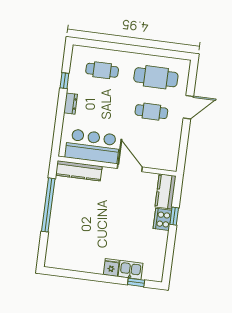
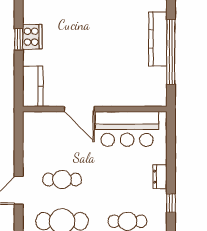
kitchen counter: (79, 171) -> (158, 39), moved, turned -90
window: (174, 216) -> (19, 39), moved
cooker: (162, 219) -> (32, 37), moved

